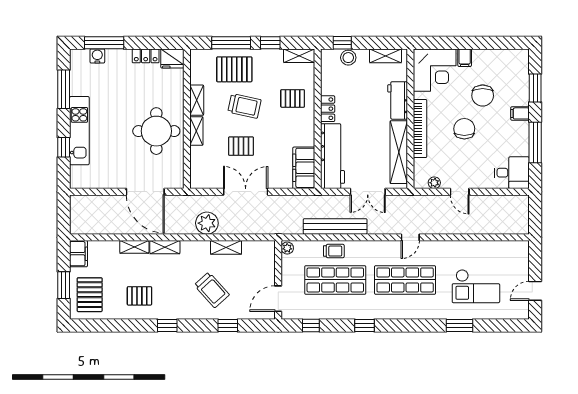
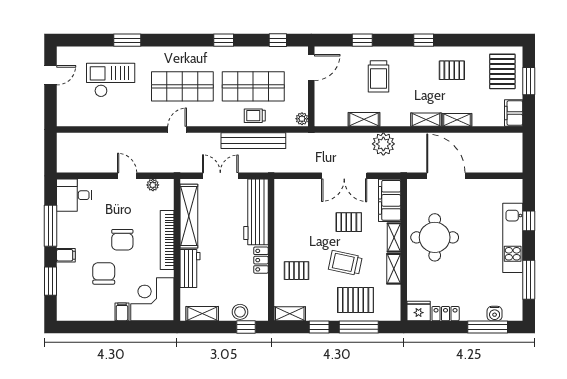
filing cabinet: (304, 168) -> (390, 200), moved, turned 180
trolley: (212, 290) -> (378, 76), turned -138

